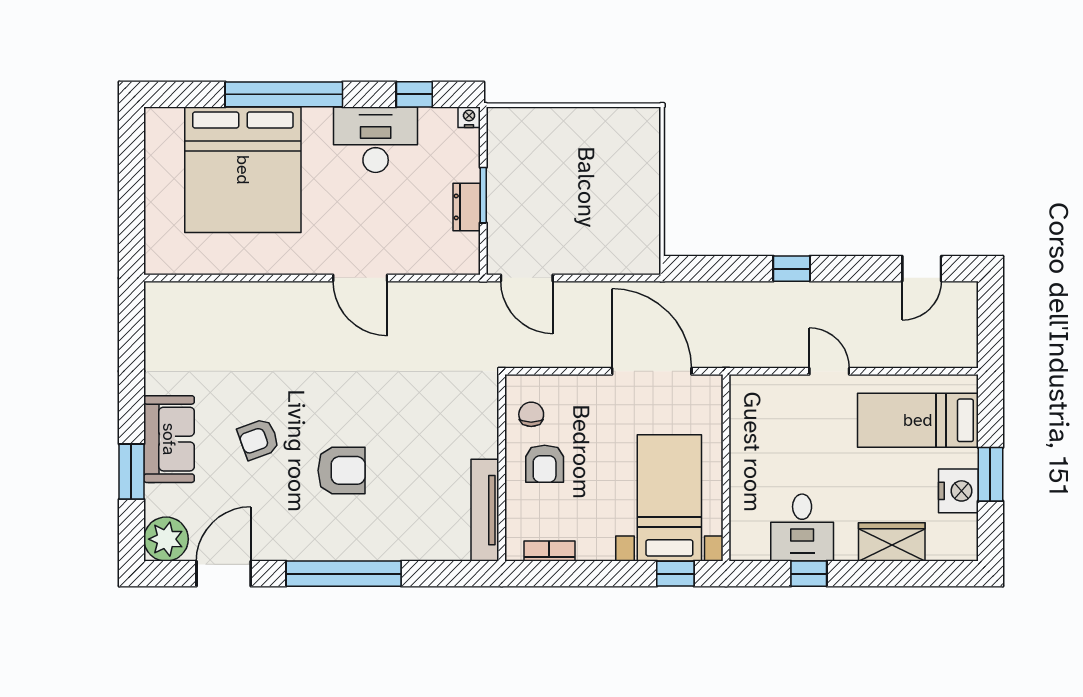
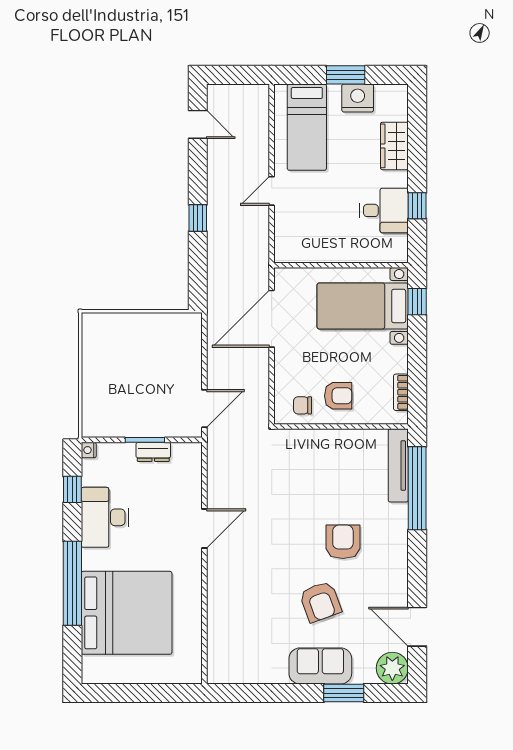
armchair: (258, 439) -> (320, 602), width x1.38, depth x1.38
tv unit: (485, 510) -> (398, 465), moved, turned 90
window: (344, 574) -> (417, 488), moved

